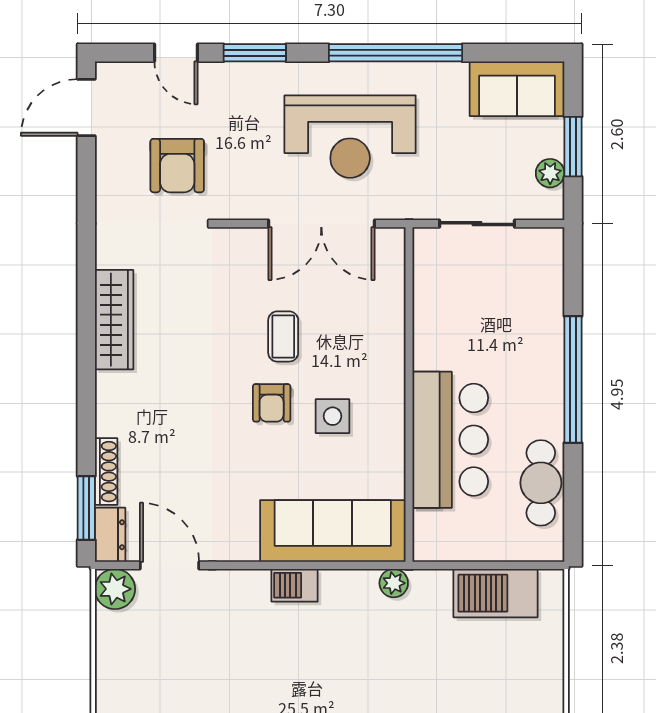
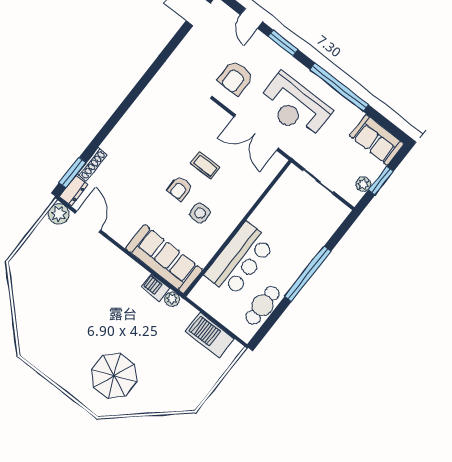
armchair: (177, 166) -> (235, 78), moved
wardrobe: (114, 320) -> (143, 106), removed
coffee table: (283, 336) -> (205, 166), turned 90
barbecue: (295, 585) -> (155, 287), moved

